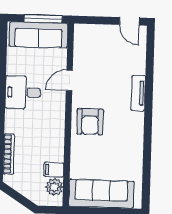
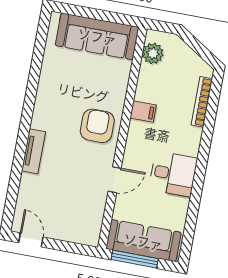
filing cabinet: (54, 170) -> (143, 112), moved

